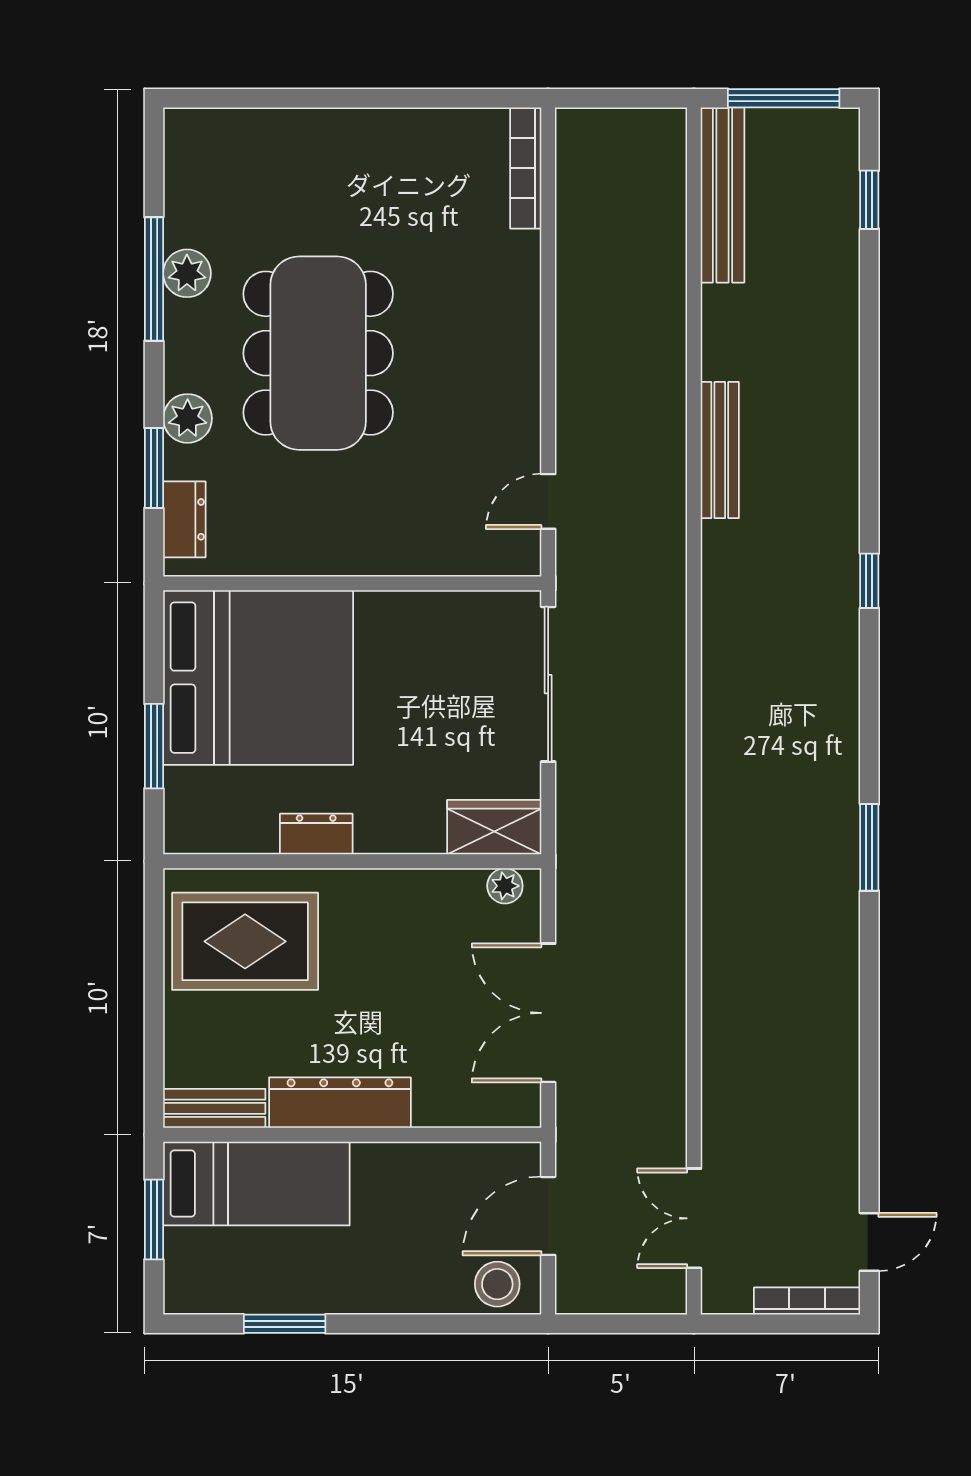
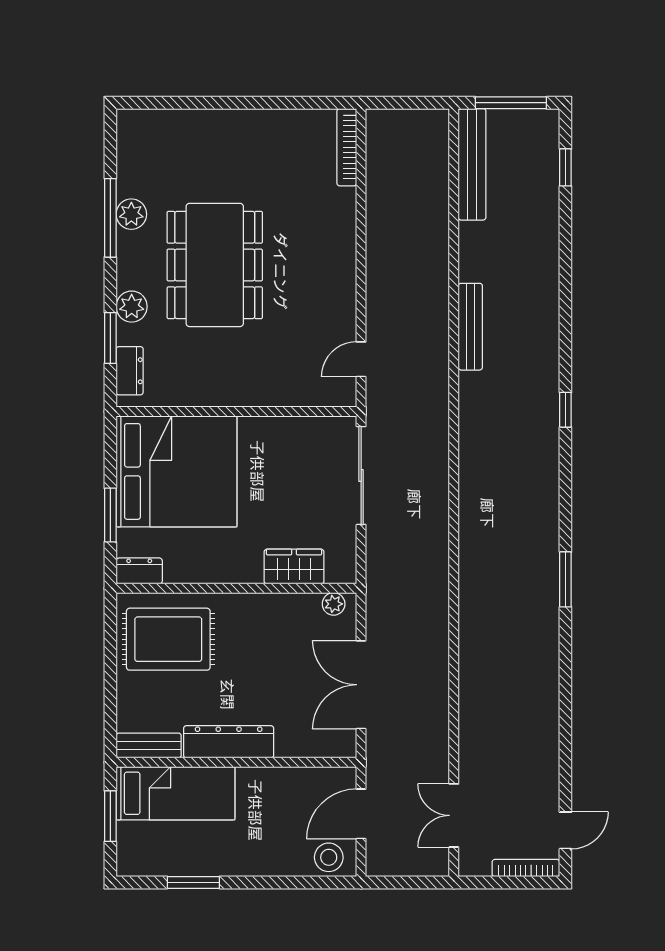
wardrobe: (494, 827) -> (294, 567), moved
dresser: (316, 834) -> (139, 571), moved

